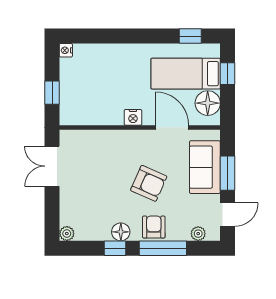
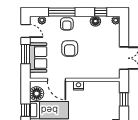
armchair: (149, 183) -> (70, 48), turned -114
door: (227, 214) -> (25, 31), swing flipped
floor lamp: (121, 232) -> (95, 21), moved
window: (115, 248) -> (101, 12), moved

